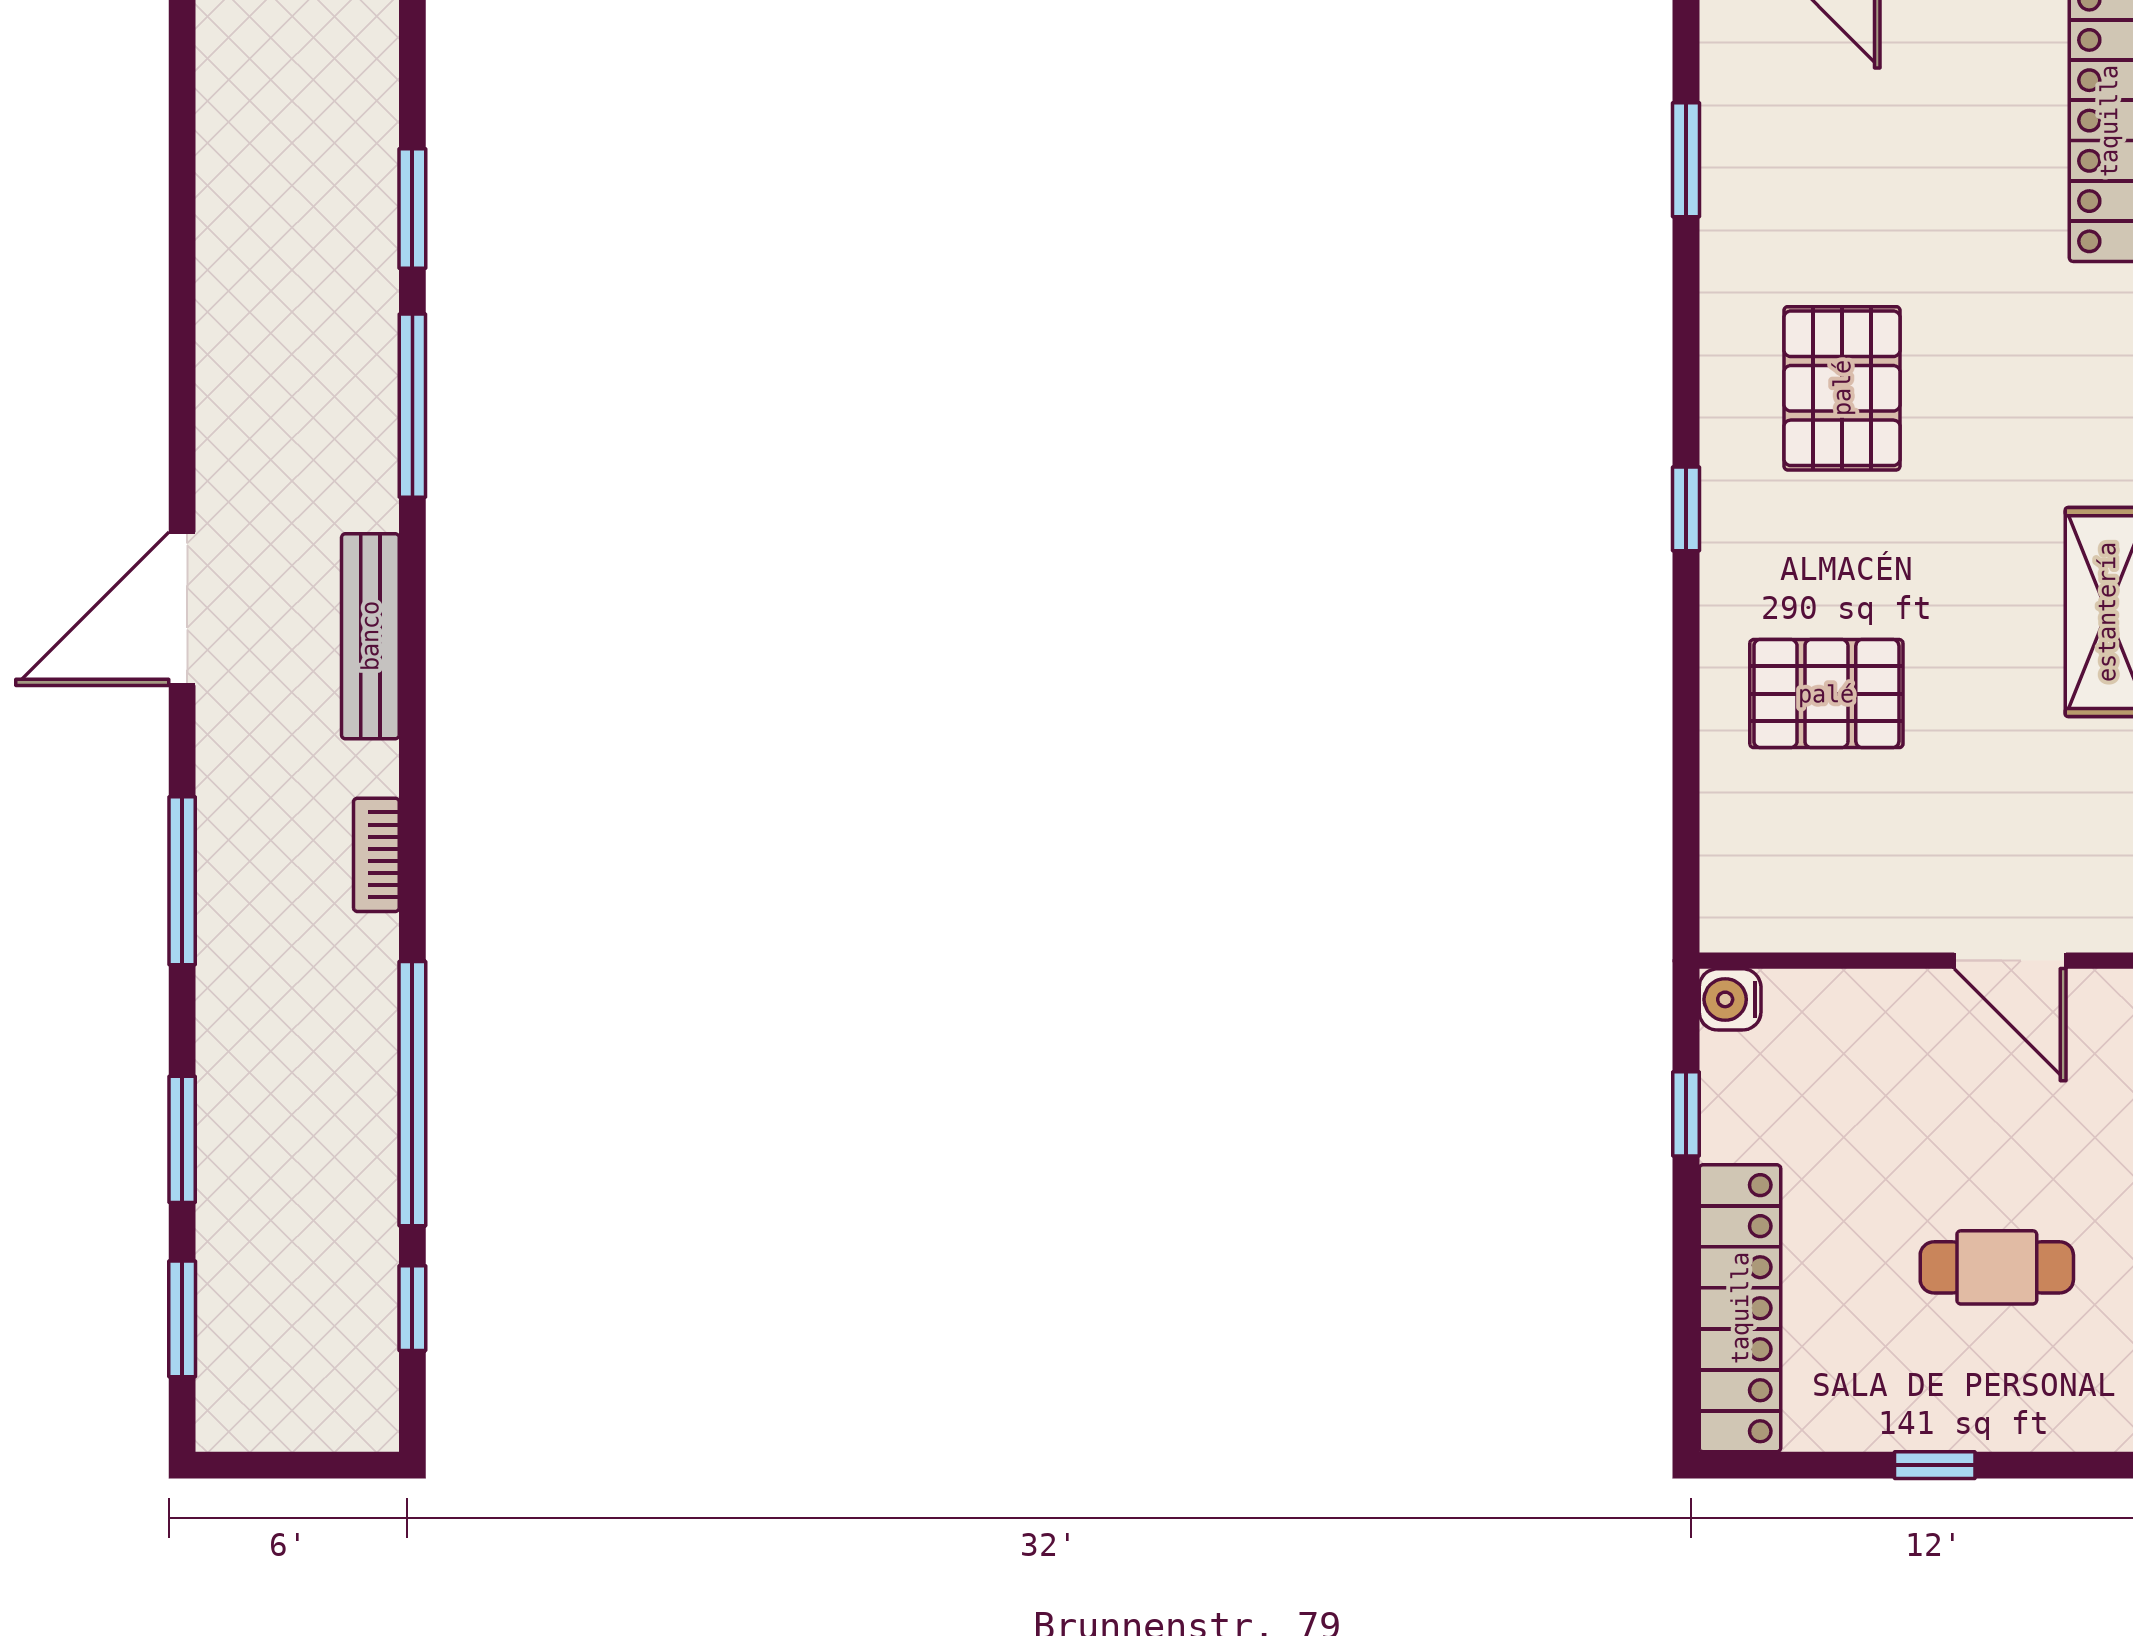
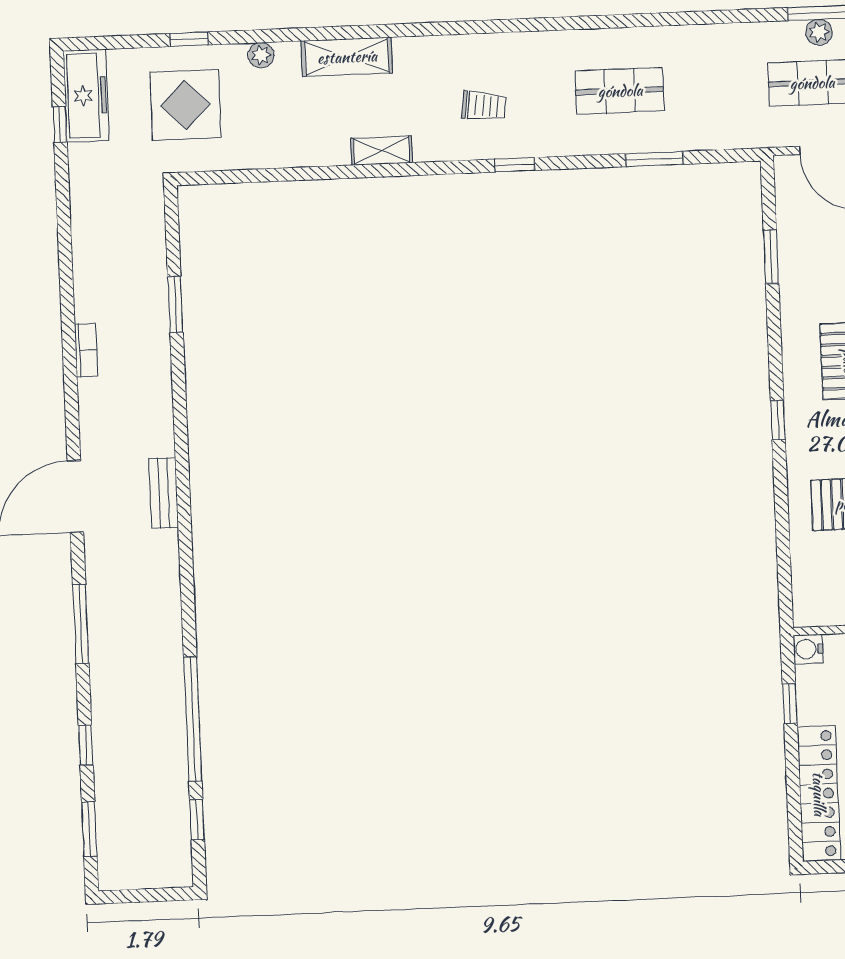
window: (412, 406) -> (179, 397), removed
bench: (370, 636) -> (164, 493), width x0.73
bookcase: (376, 855) -> (86, 350), moved, turned 180
window: (182, 1139) -> (86, 745), width x0.67

